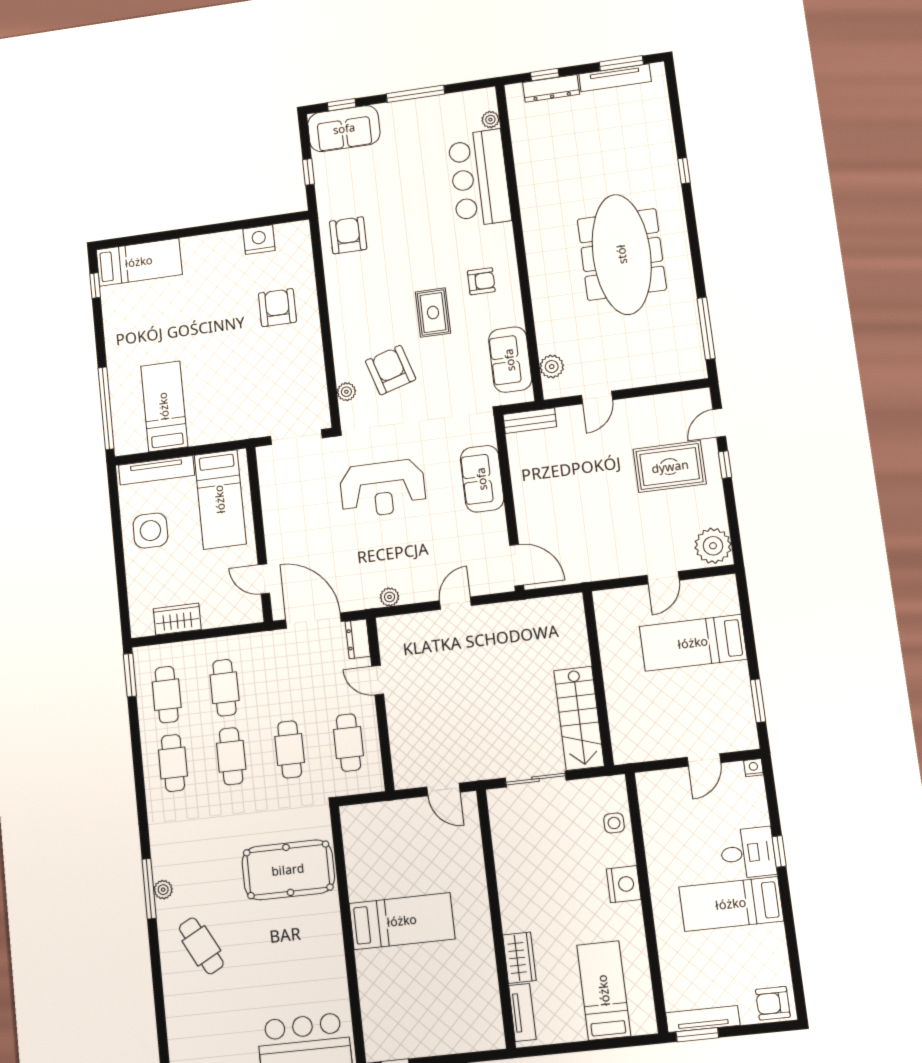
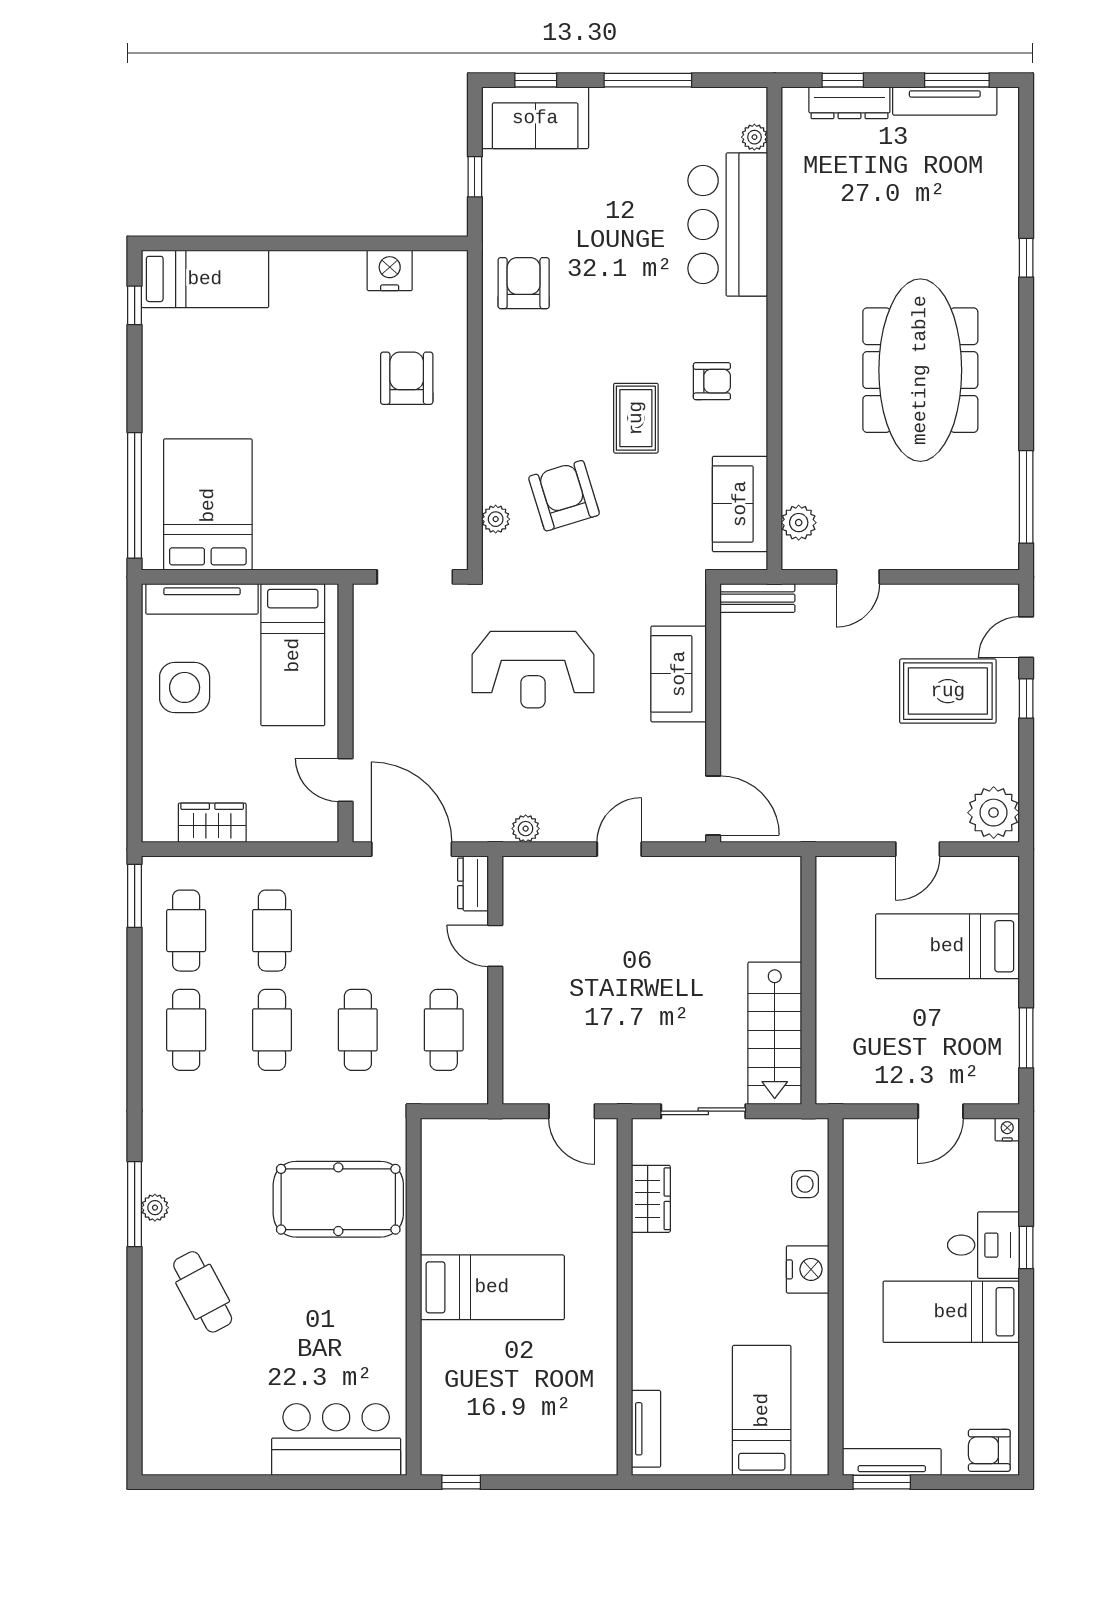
bed: (164, 406) -> (208, 505), width x1.50
wardrobe: (519, 958) -> (651, 1199), moved

